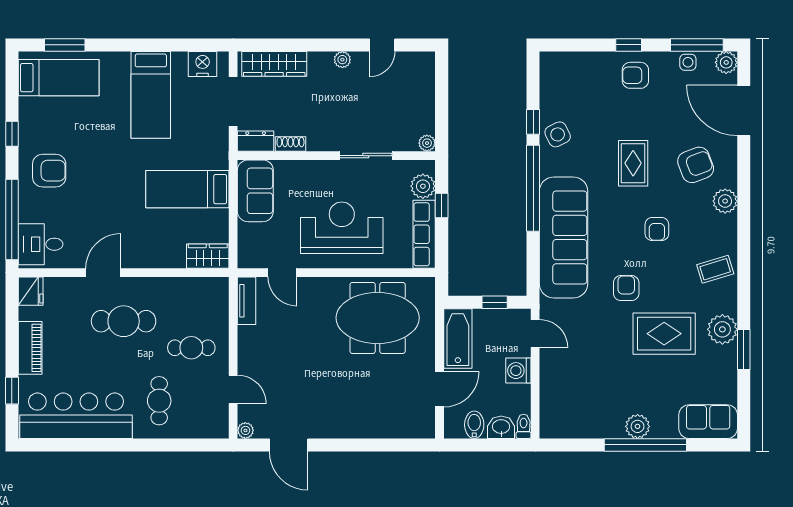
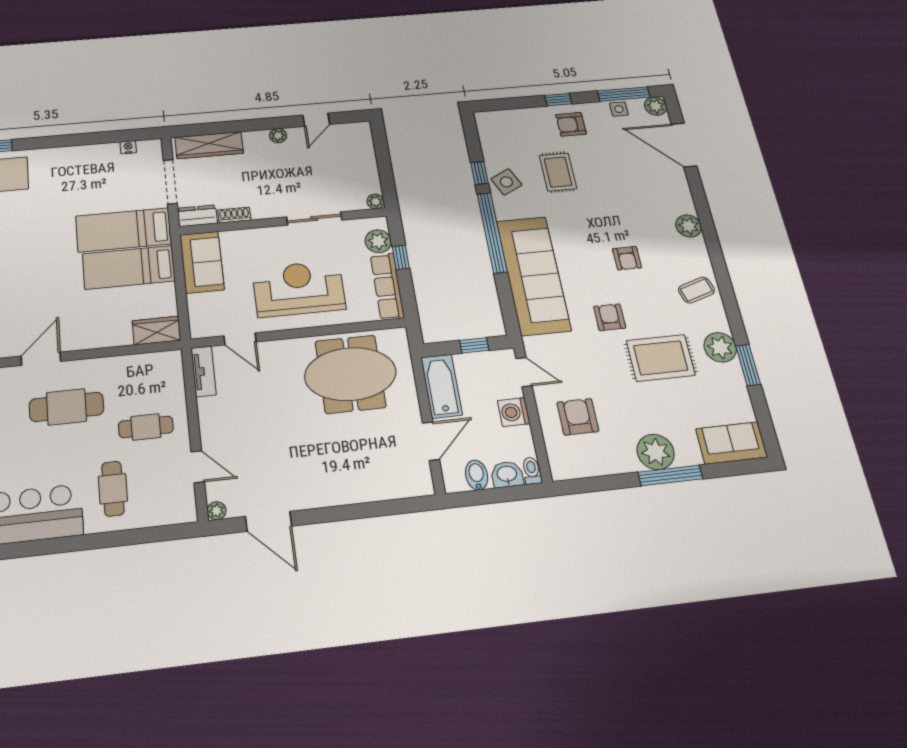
nightstand: (203, 64) -> (128, 147), width x0.53, depth x0.56
bed: (151, 95) -> (124, 230), moved, turned 90
rug: (633, 163) -> (558, 172), moved
armchair: (696, 165) -> (578, 417), moved, turned -69
plant: (638, 426) -> (656, 452), width x1.36, depth x1.36
window: (645, 445) -> (670, 475), width x0.68

